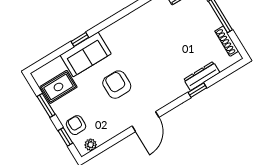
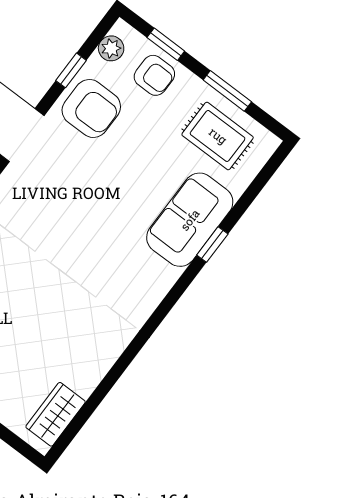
armchair: (117, 85) -> (91, 108), moved
rug: (58, 87) -> (218, 136), turned 90
window: (112, 142) -> (71, 70), added

